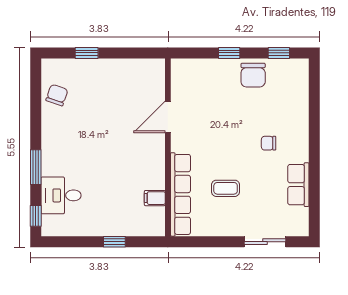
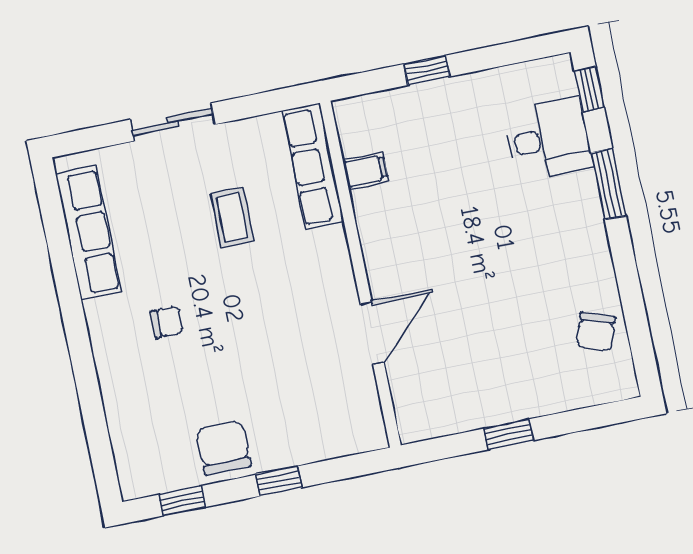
window: (87, 53) -> (508, 434), moved
row of seats: (298, 185) -> (88, 233), width x1.48
coffee table: (226, 188) -> (232, 217), turned 90
row of seats: (180, 194) -> (313, 166), width x0.73
sliding door: (265, 242) -> (173, 122), moved

